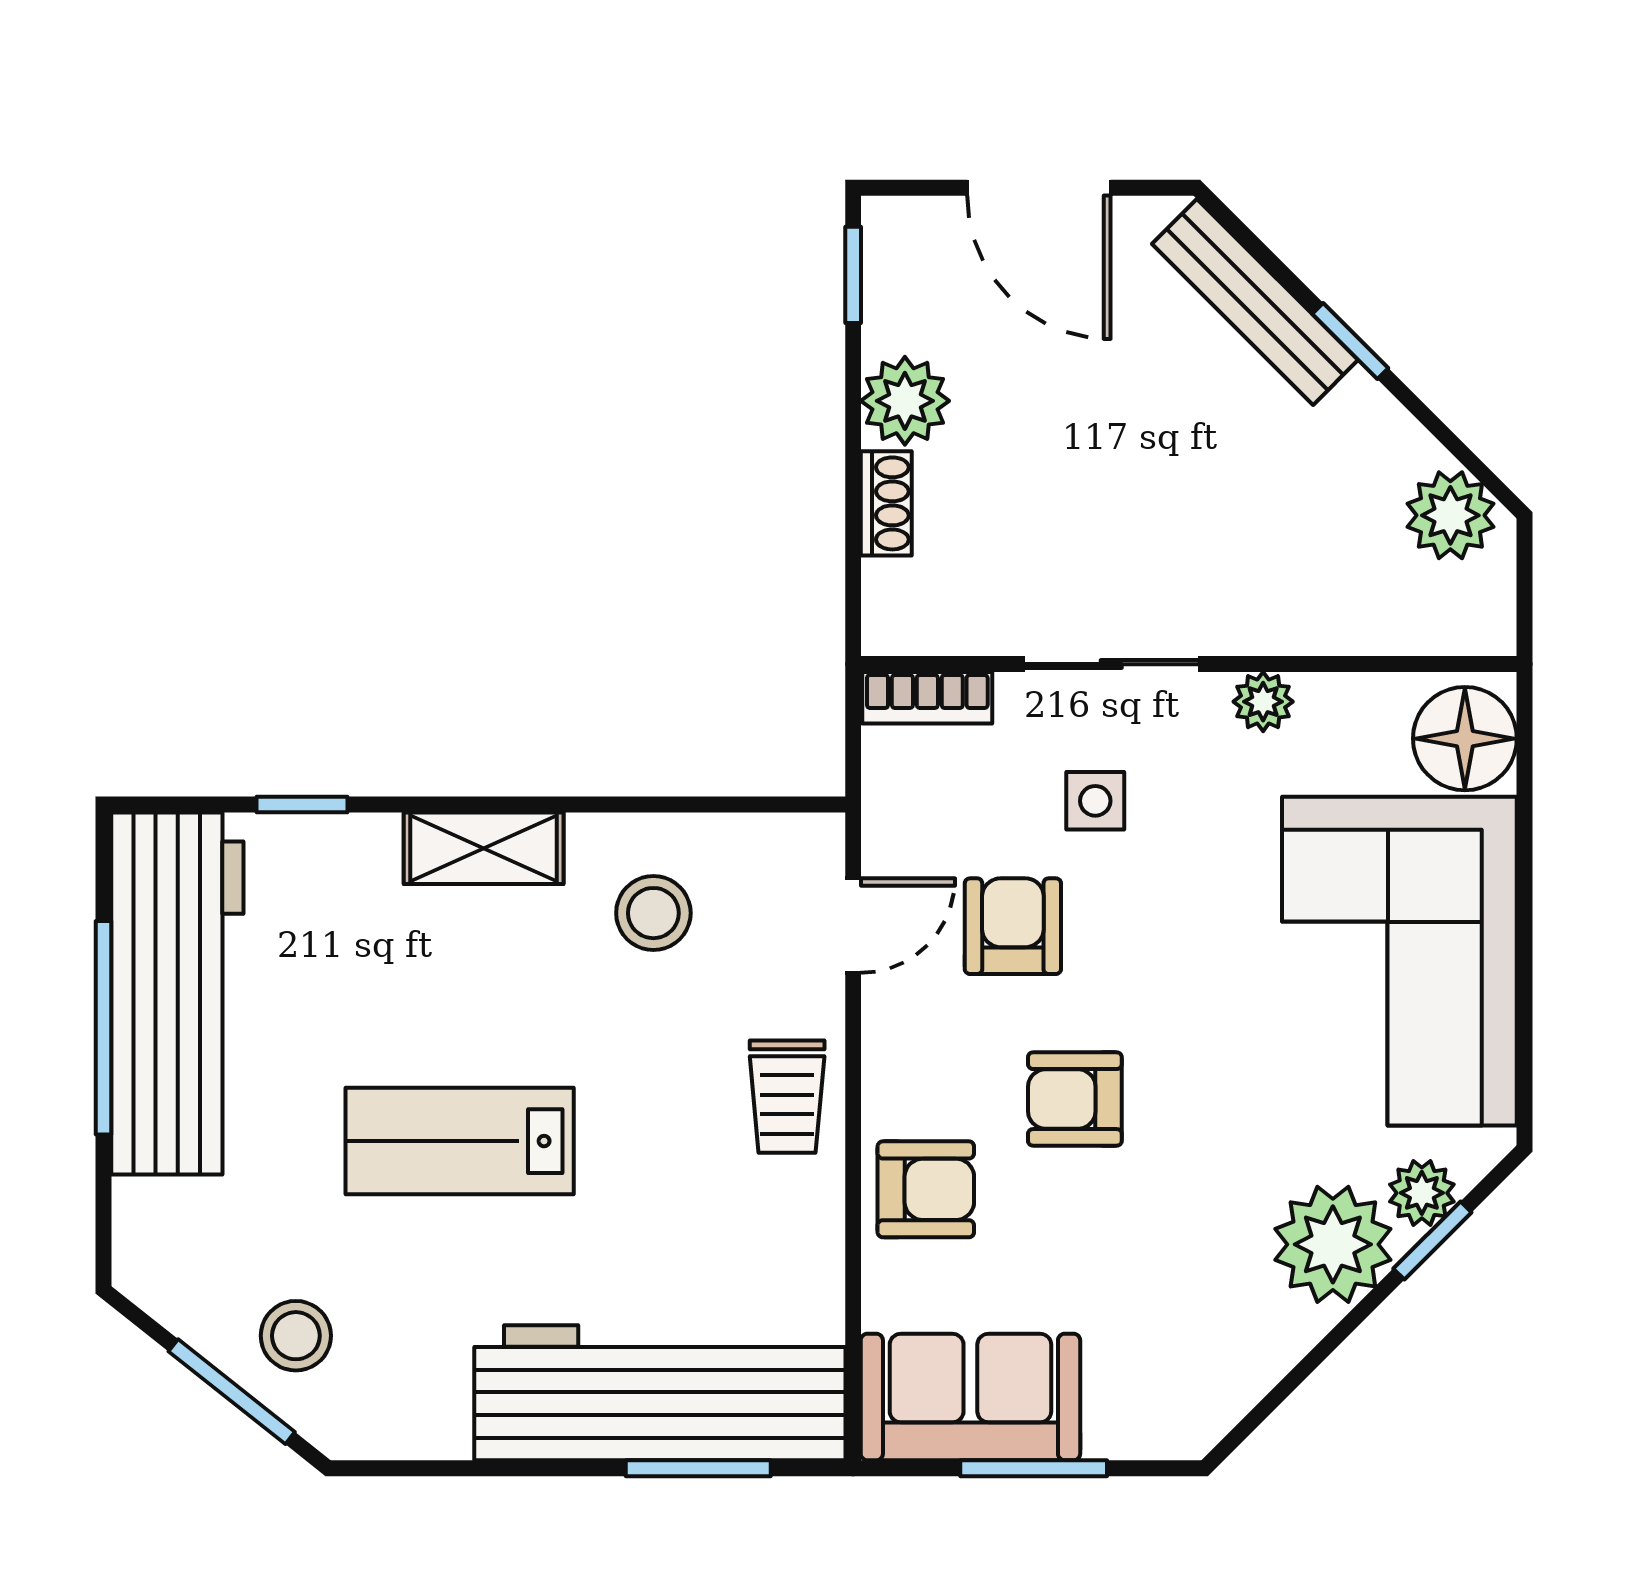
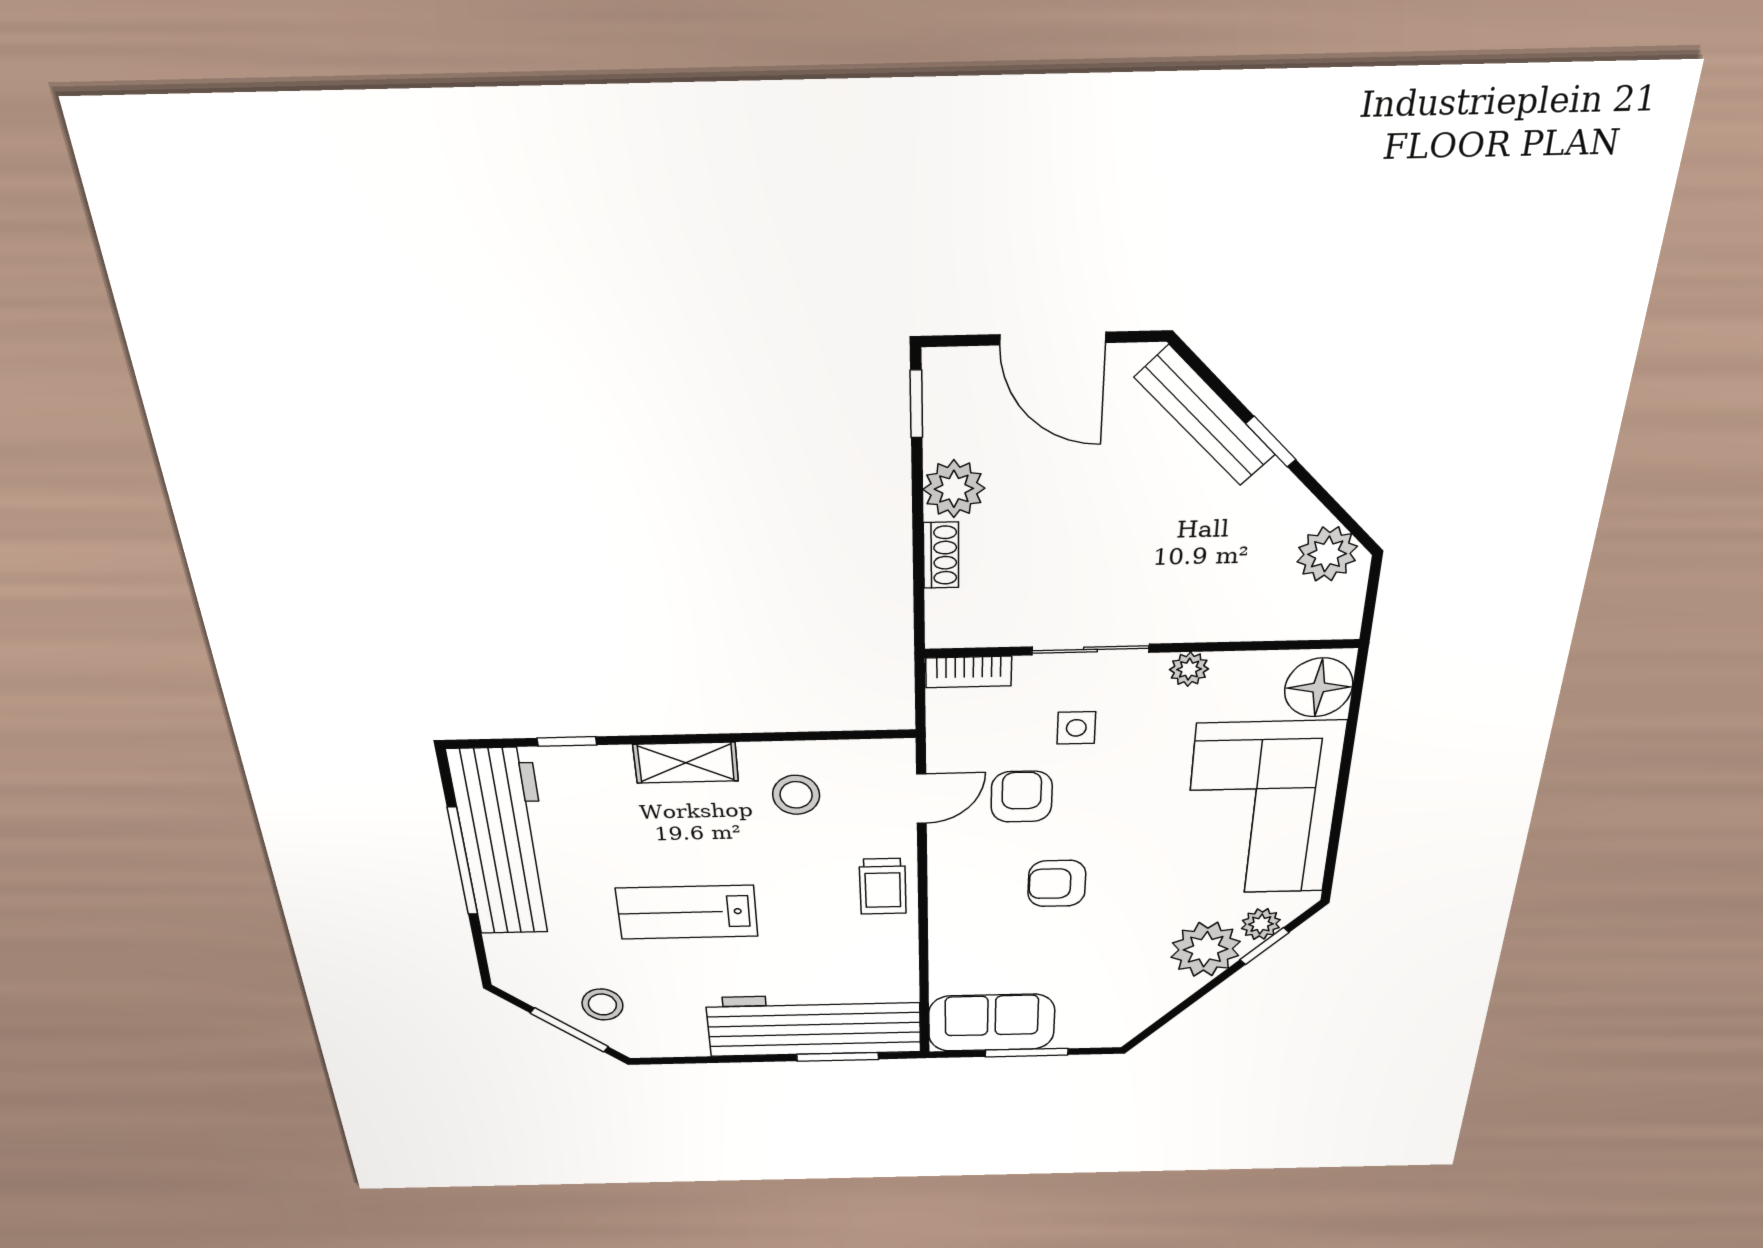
armchair: (926, 1189) -> (966, 929), removed

